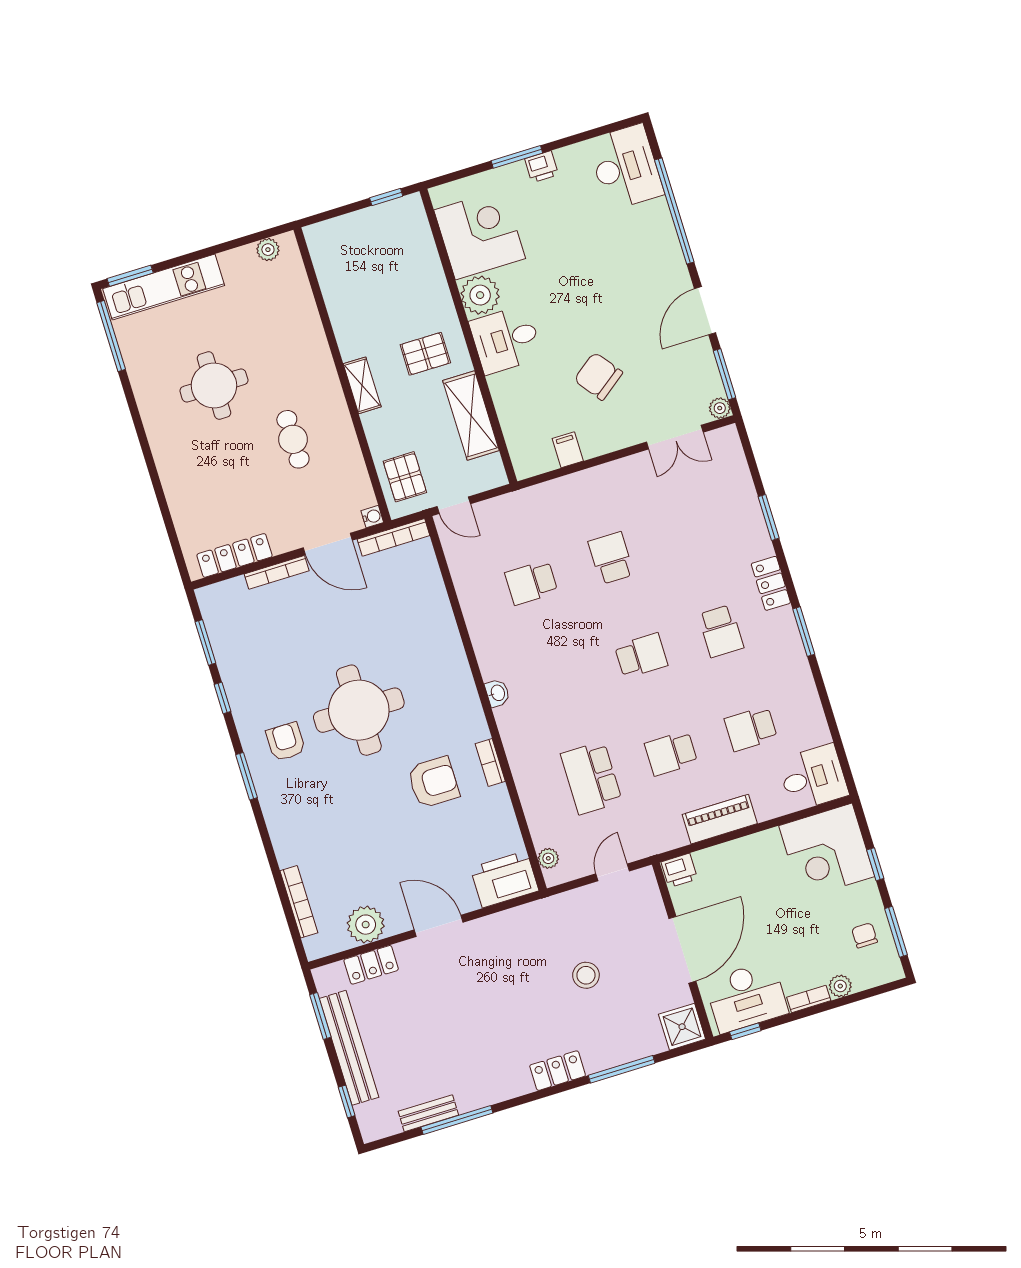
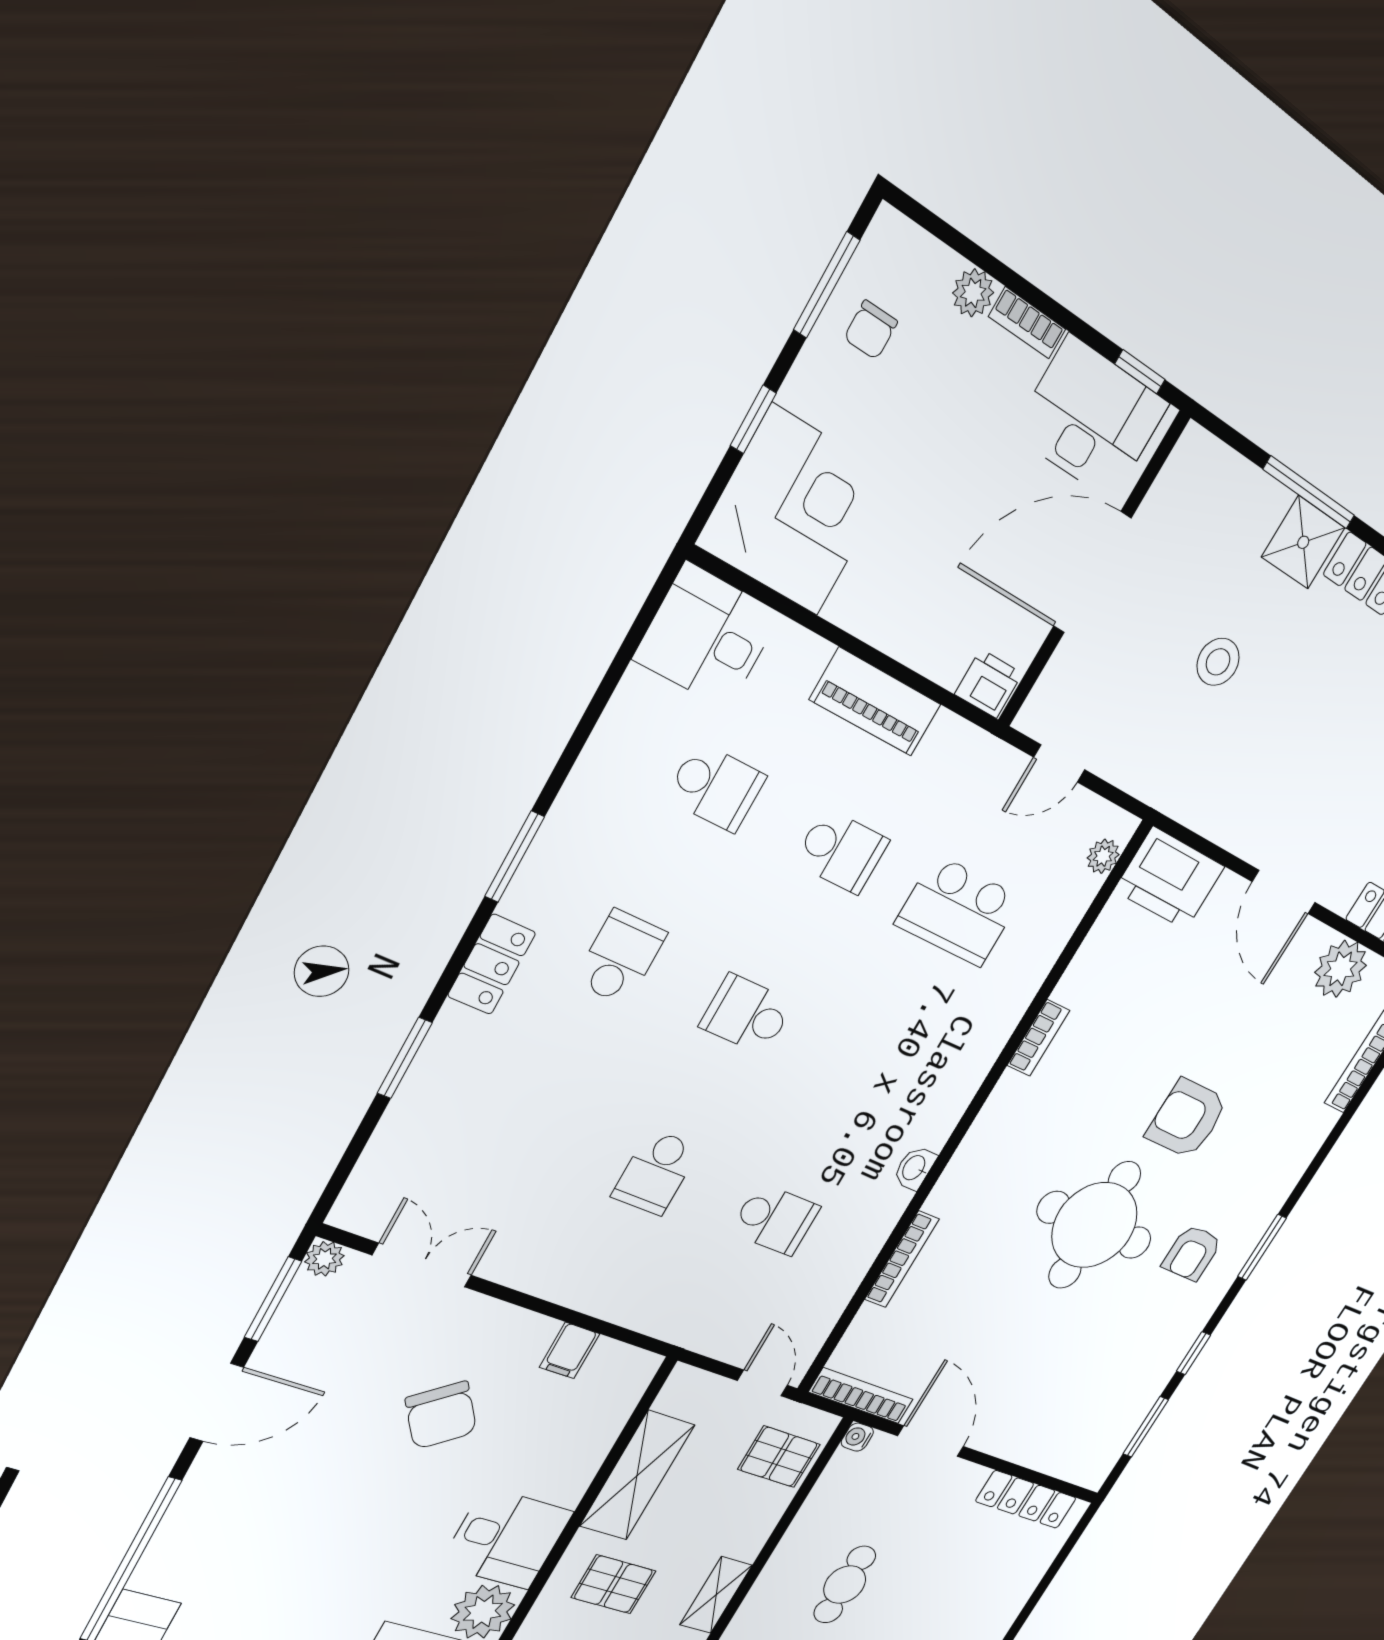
pallet: (405, 477) -> (779, 1457), turned 90
bookcase: (277, 572) -> (902, 1259), moved, turned 90
washbasin: (497, 693) -> (915, 1168), moved
school desk: (591, 778) -> (958, 911), turned 90
armchair: (433, 782) -> (1187, 1118), moved
shower: (682, 1027) -> (1303, 542), moved

